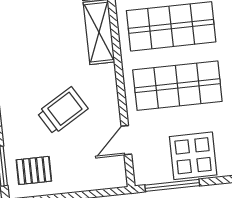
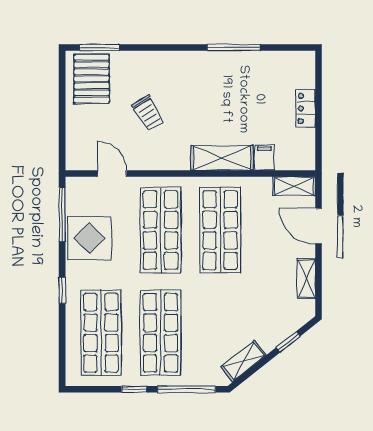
trolley: (62, 111) -> (148, 113), width x0.73, depth x0.72
pallet: (34, 170) -> (92, 79), width x1.50, depth x1.42

